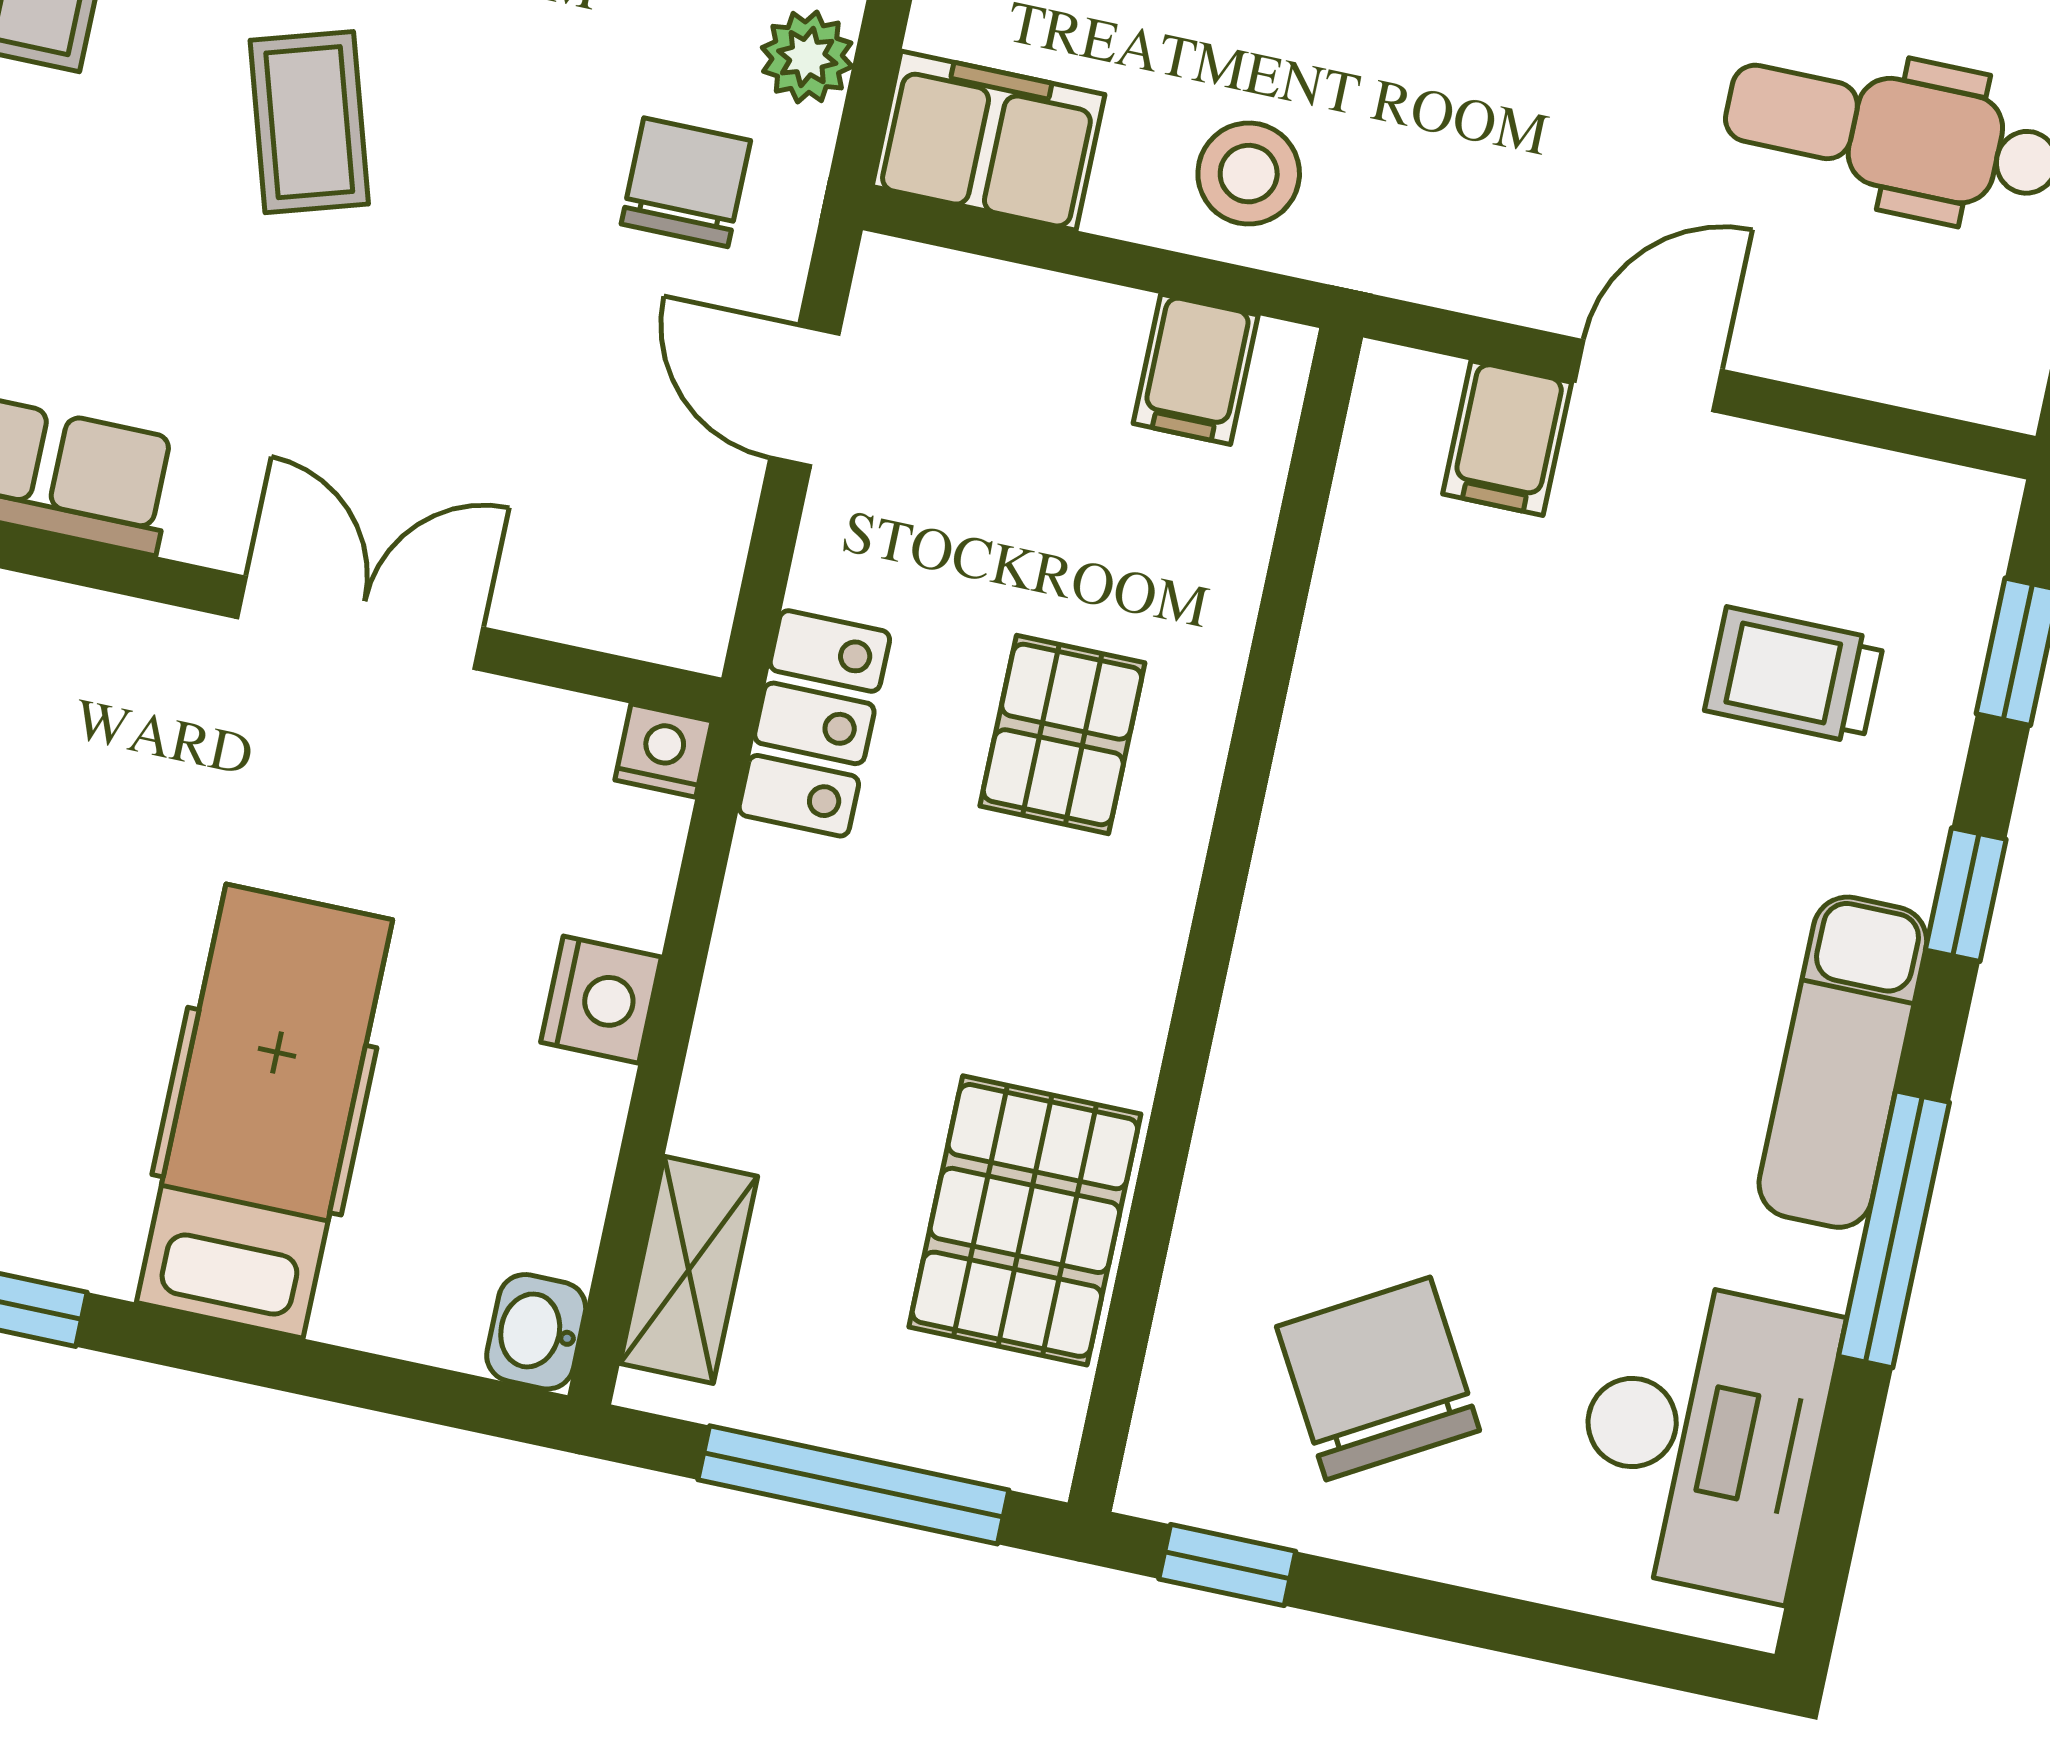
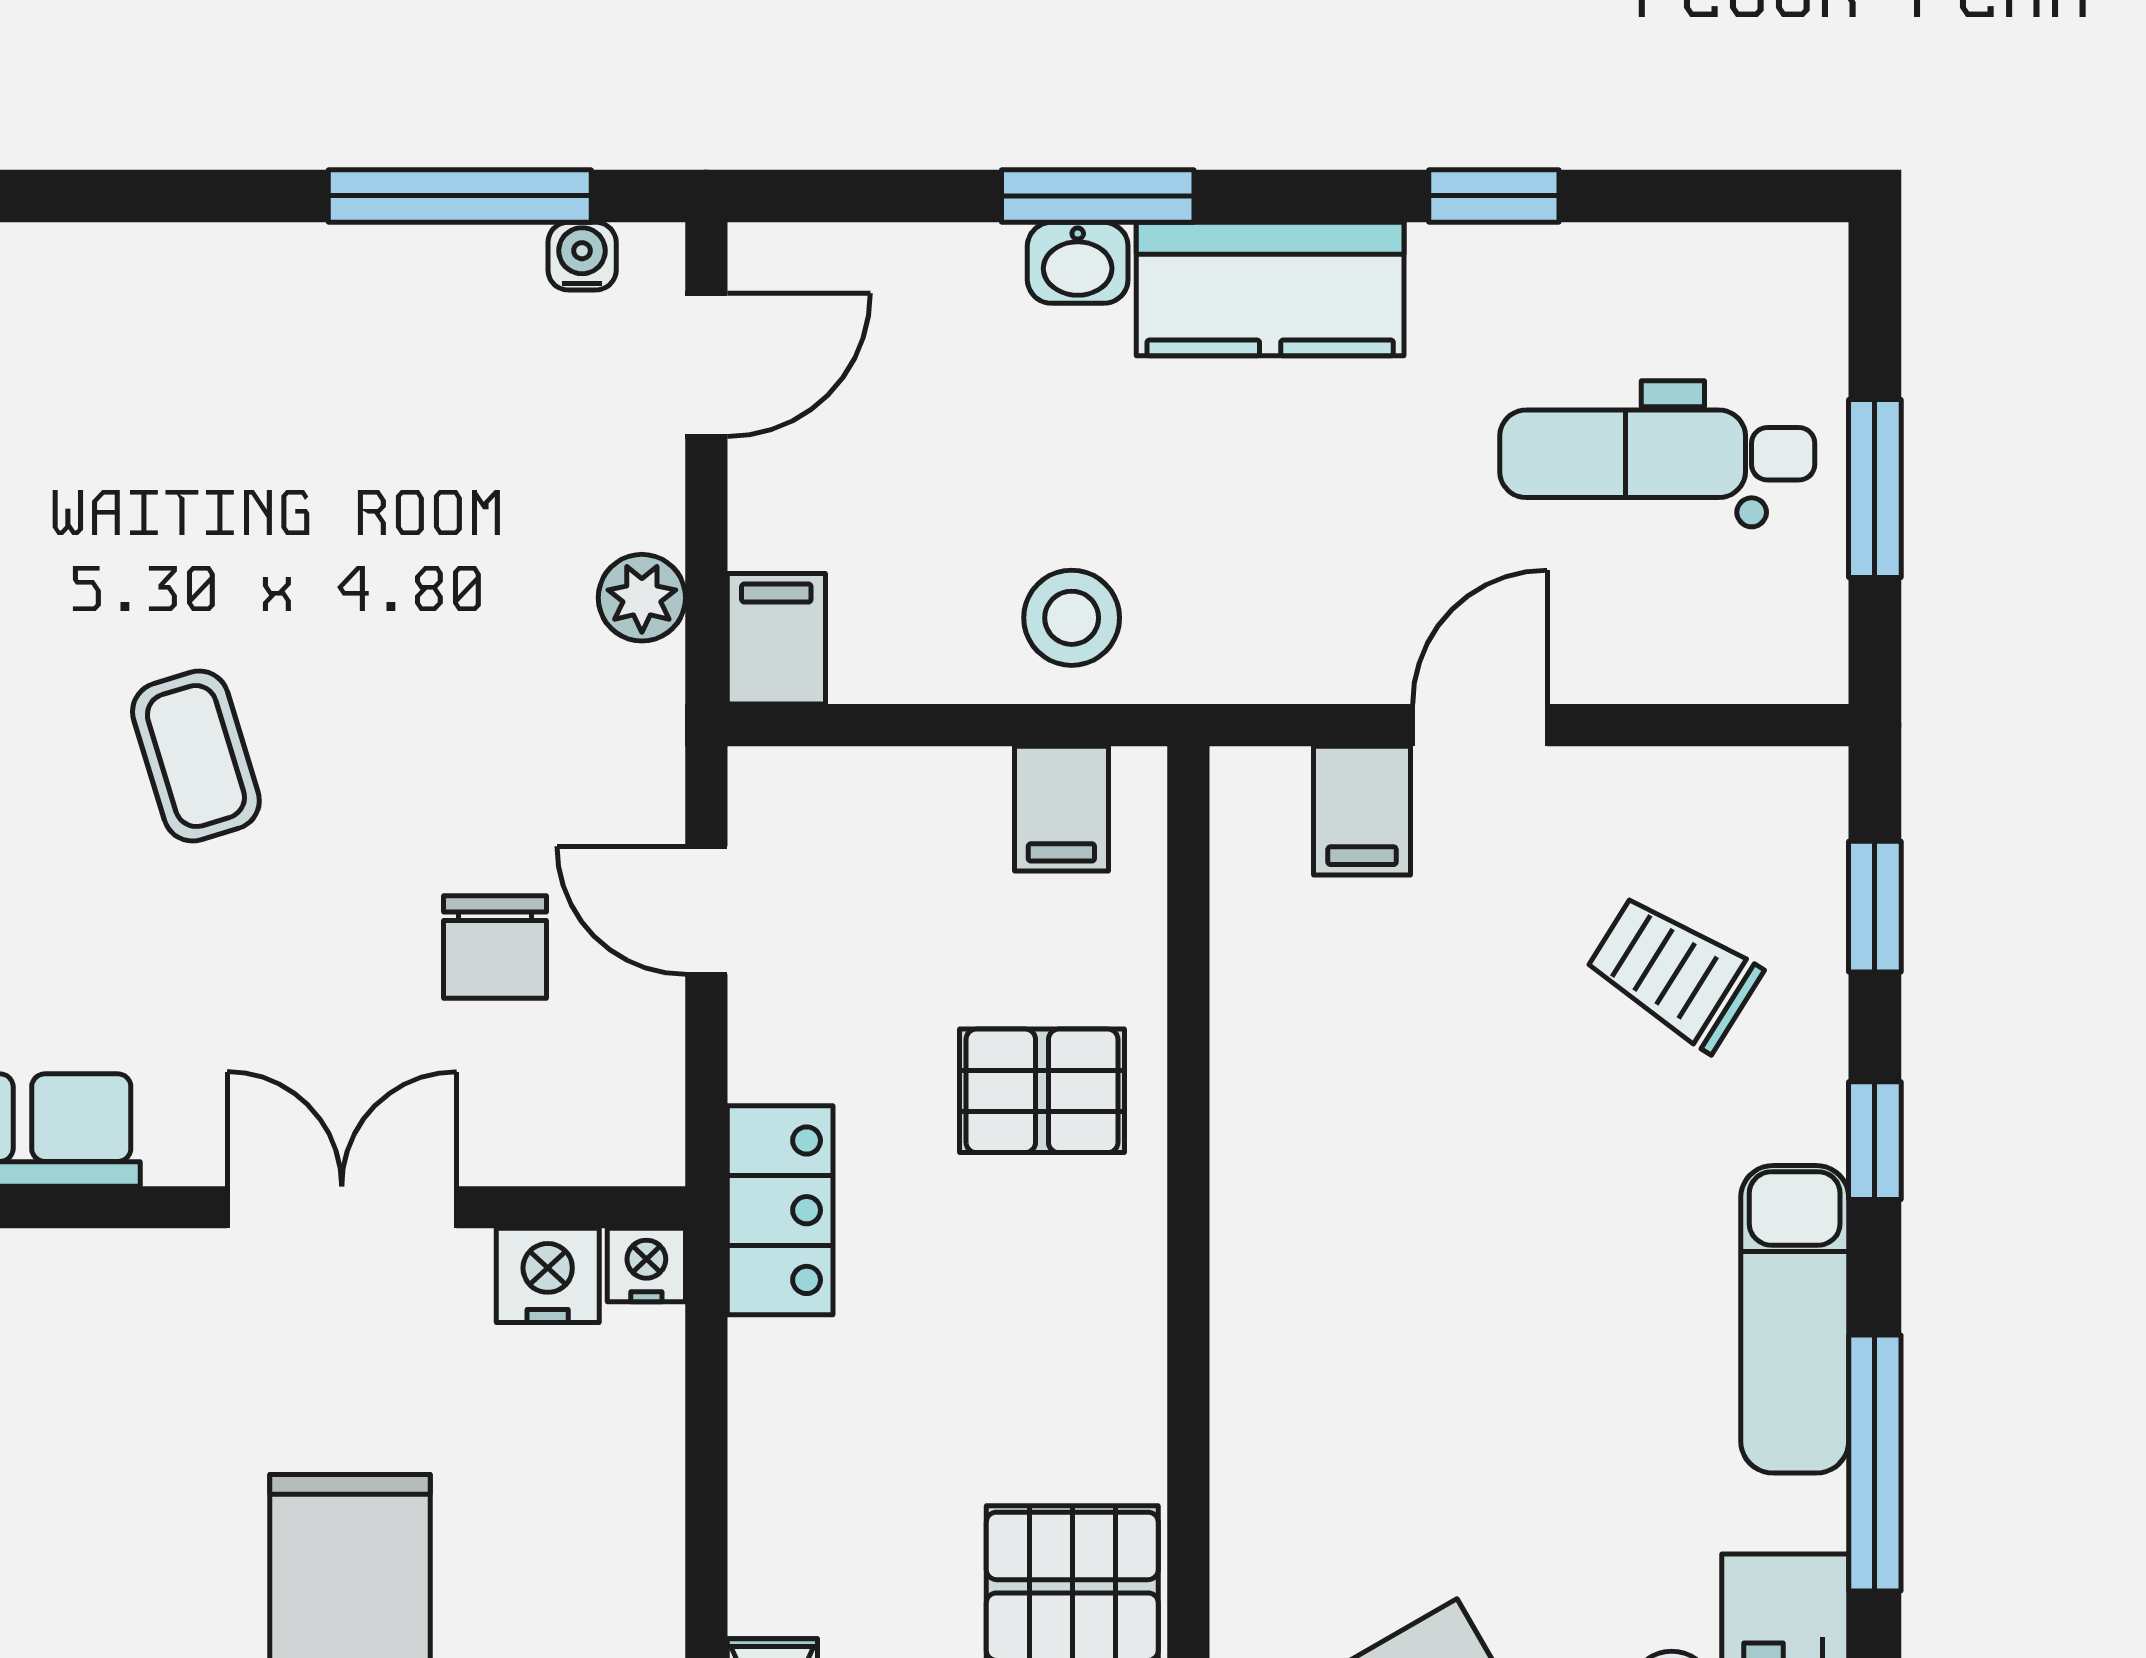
filing cabinet: (989, 141) -> (776, 639), width x0.50
chair: (686, 182) -> (495, 947), moved, turned 180
trolley: (1794, 675) -> (1674, 972), turned 32
pallet: (1062, 734) -> (1042, 1091), moved, turned 90
nightstand: (601, 1000) -> (548, 1275), moved, turned -90

